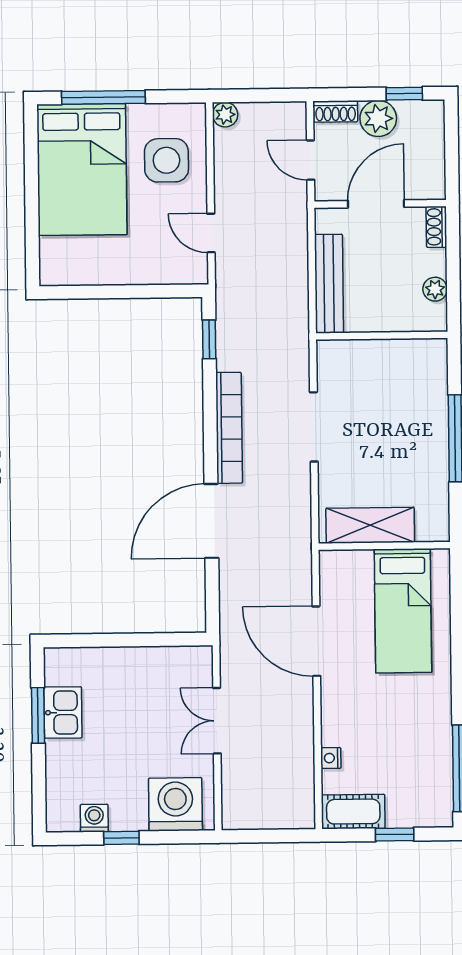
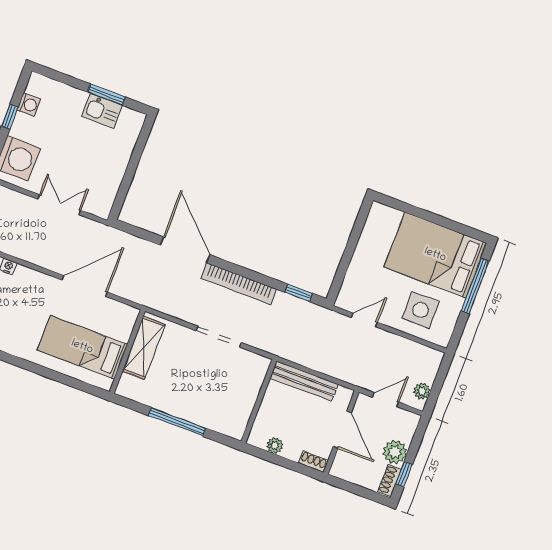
shoe rack: (336, 111) -> (390, 480), moved
plant: (225, 115) -> (422, 391), moved

